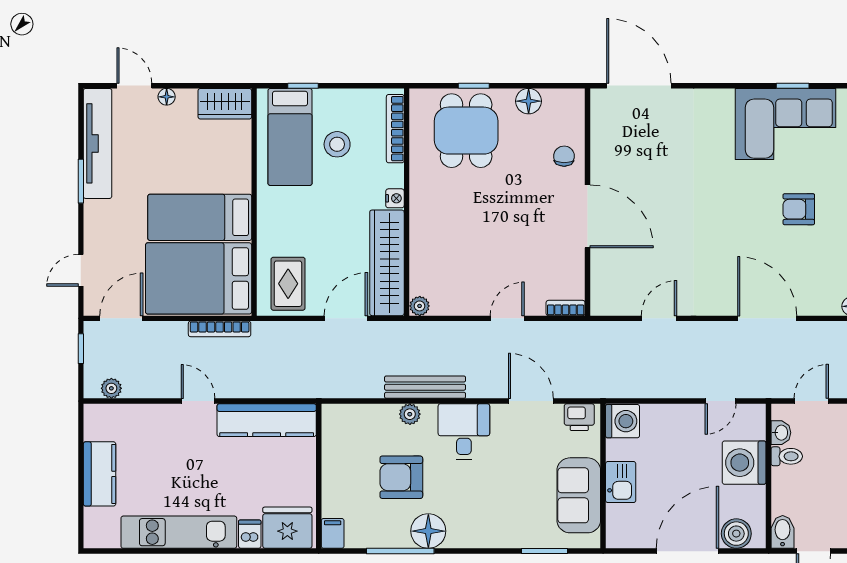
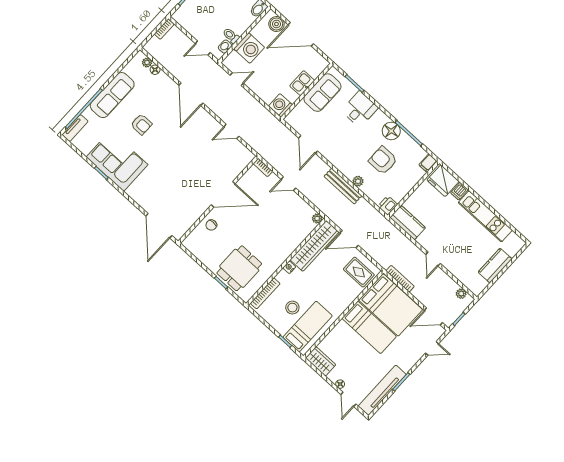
floor lamp: (529, 101) -> (206, 258), removed
door: (588, 216) -> (223, 194), swing flipped
rug: (288, 284) -> (359, 272), turned 90
printer: (579, 417) -> (388, 205), moved, turned -90
kitchen counter: (267, 420) -> (408, 223), width x0.67
desk: (464, 431) -> (360, 109), moved, turned 180
armchair: (401, 477) -> (383, 160), turned 180

